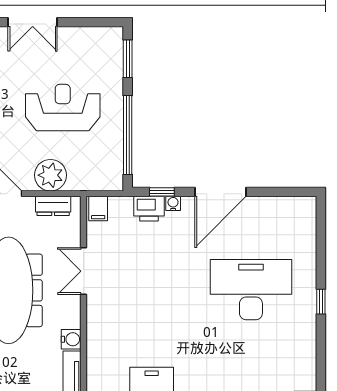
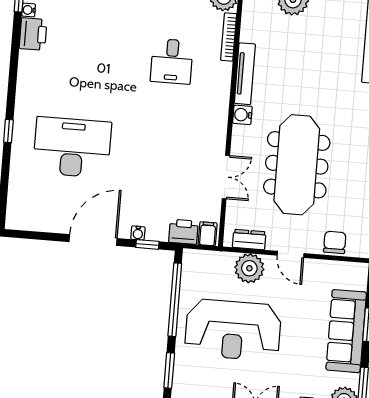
reception desk: (63, 108) -> (233, 330), width x1.36, depth x1.30
printer: (149, 209) -> (183, 232), moved
desk: (251, 290) -> (72, 147), turned 180

